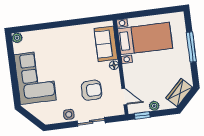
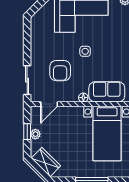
side table: (69, 114) -> (85, 51), moved
window: (142, 115) -> (27, 132), moved
sliding door: (91, 122) -> (27, 80), moved

